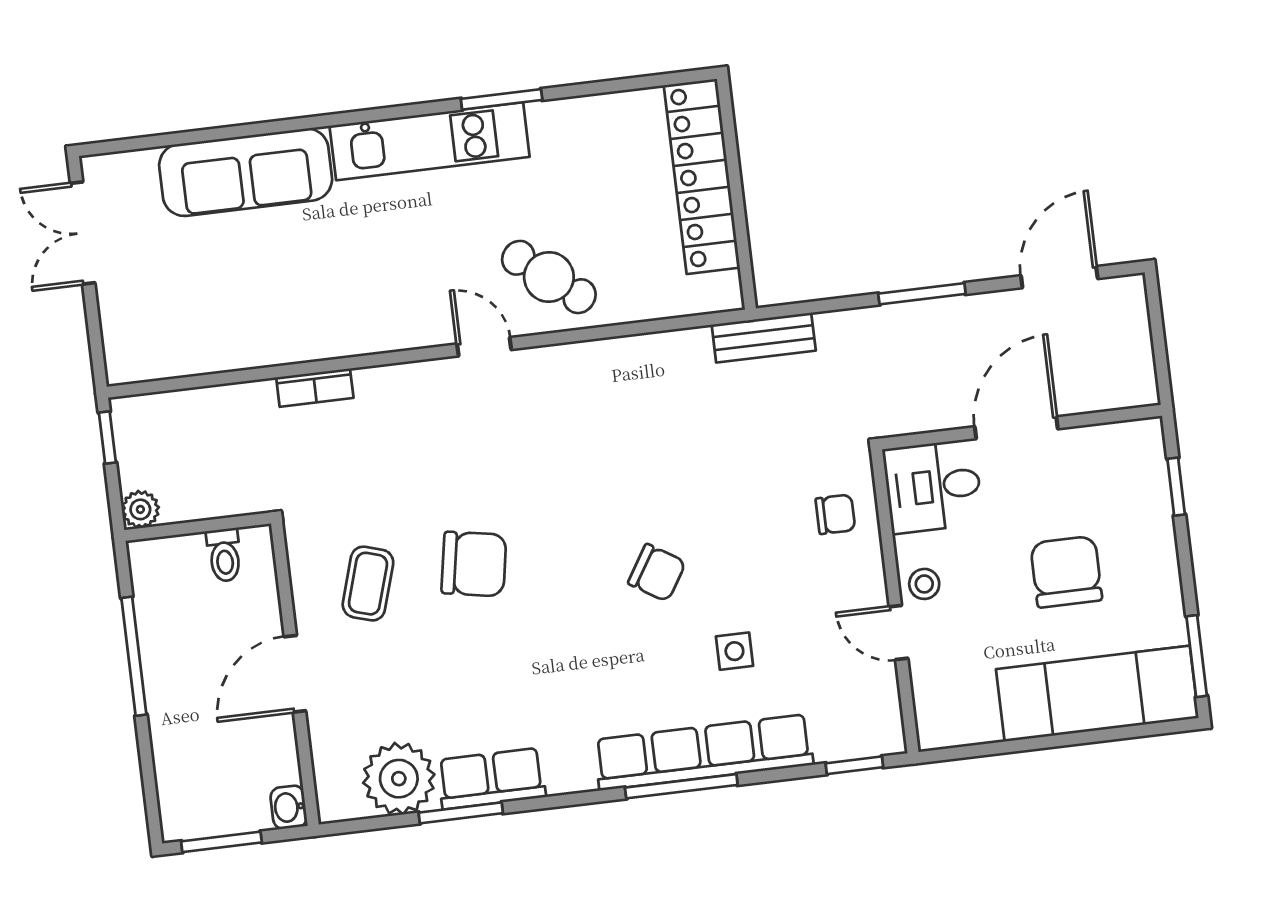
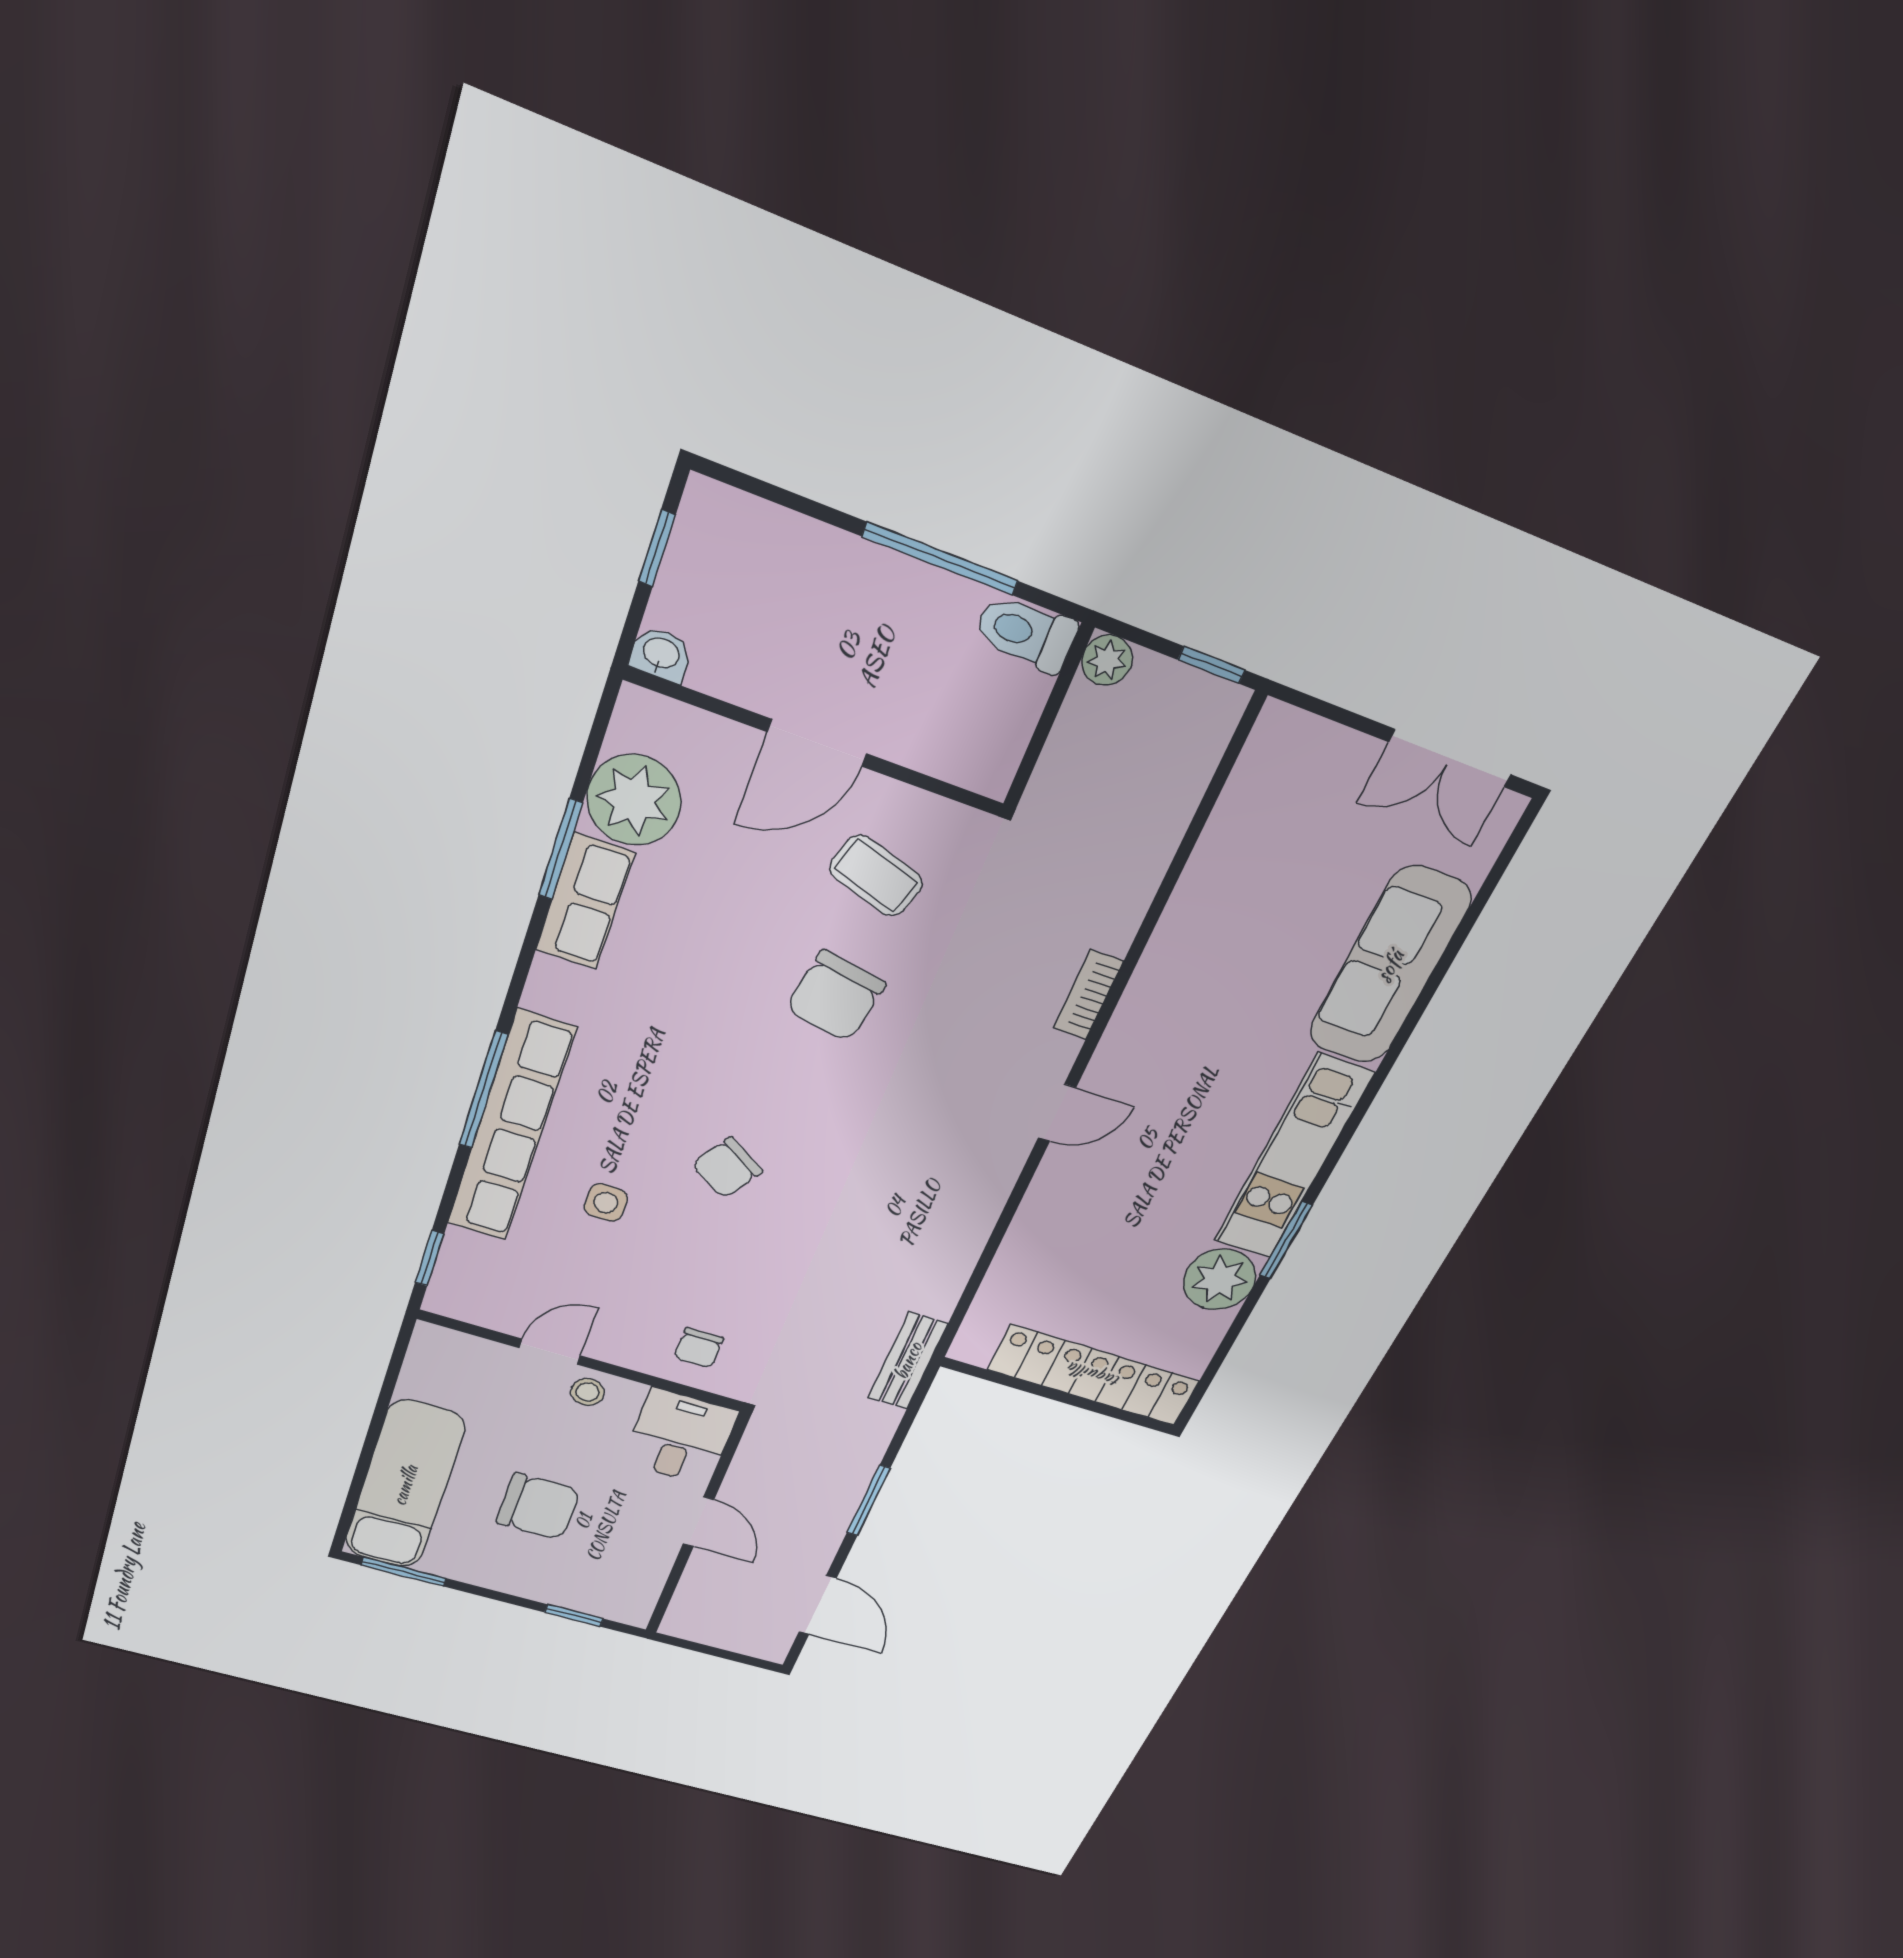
plant: (562, 130) -> (1220, 1280), added
double door: (83, 233) -> (1450, 758), swing flipped
cafe table: (549, 277) -> (1087, 1204), removed
bookcase: (315, 388) -> (1088, 995), moved
door: (1016, 428) -> (698, 1522), width x0.73
toilet: (224, 555) -> (1026, 633), moved, width x1.37, depth x1.39
door: (295, 674) -> (817, 743), swing flipped
window: (221, 842) -> (657, 548), width x0.67

